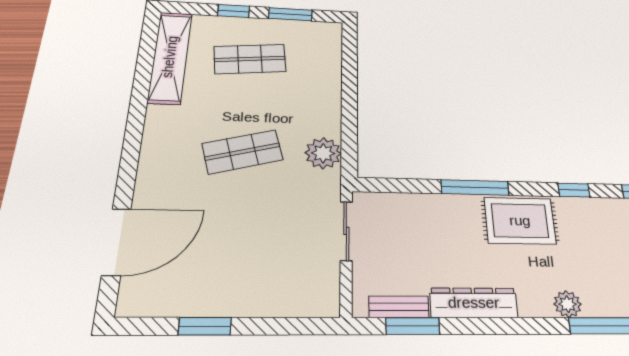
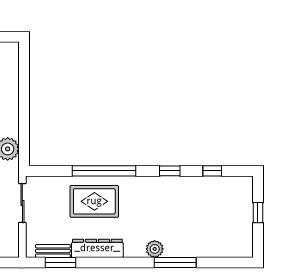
window: (475, 188) -> (104, 171), width x1.46
rug: (520, 221) -> (94, 201), moved

